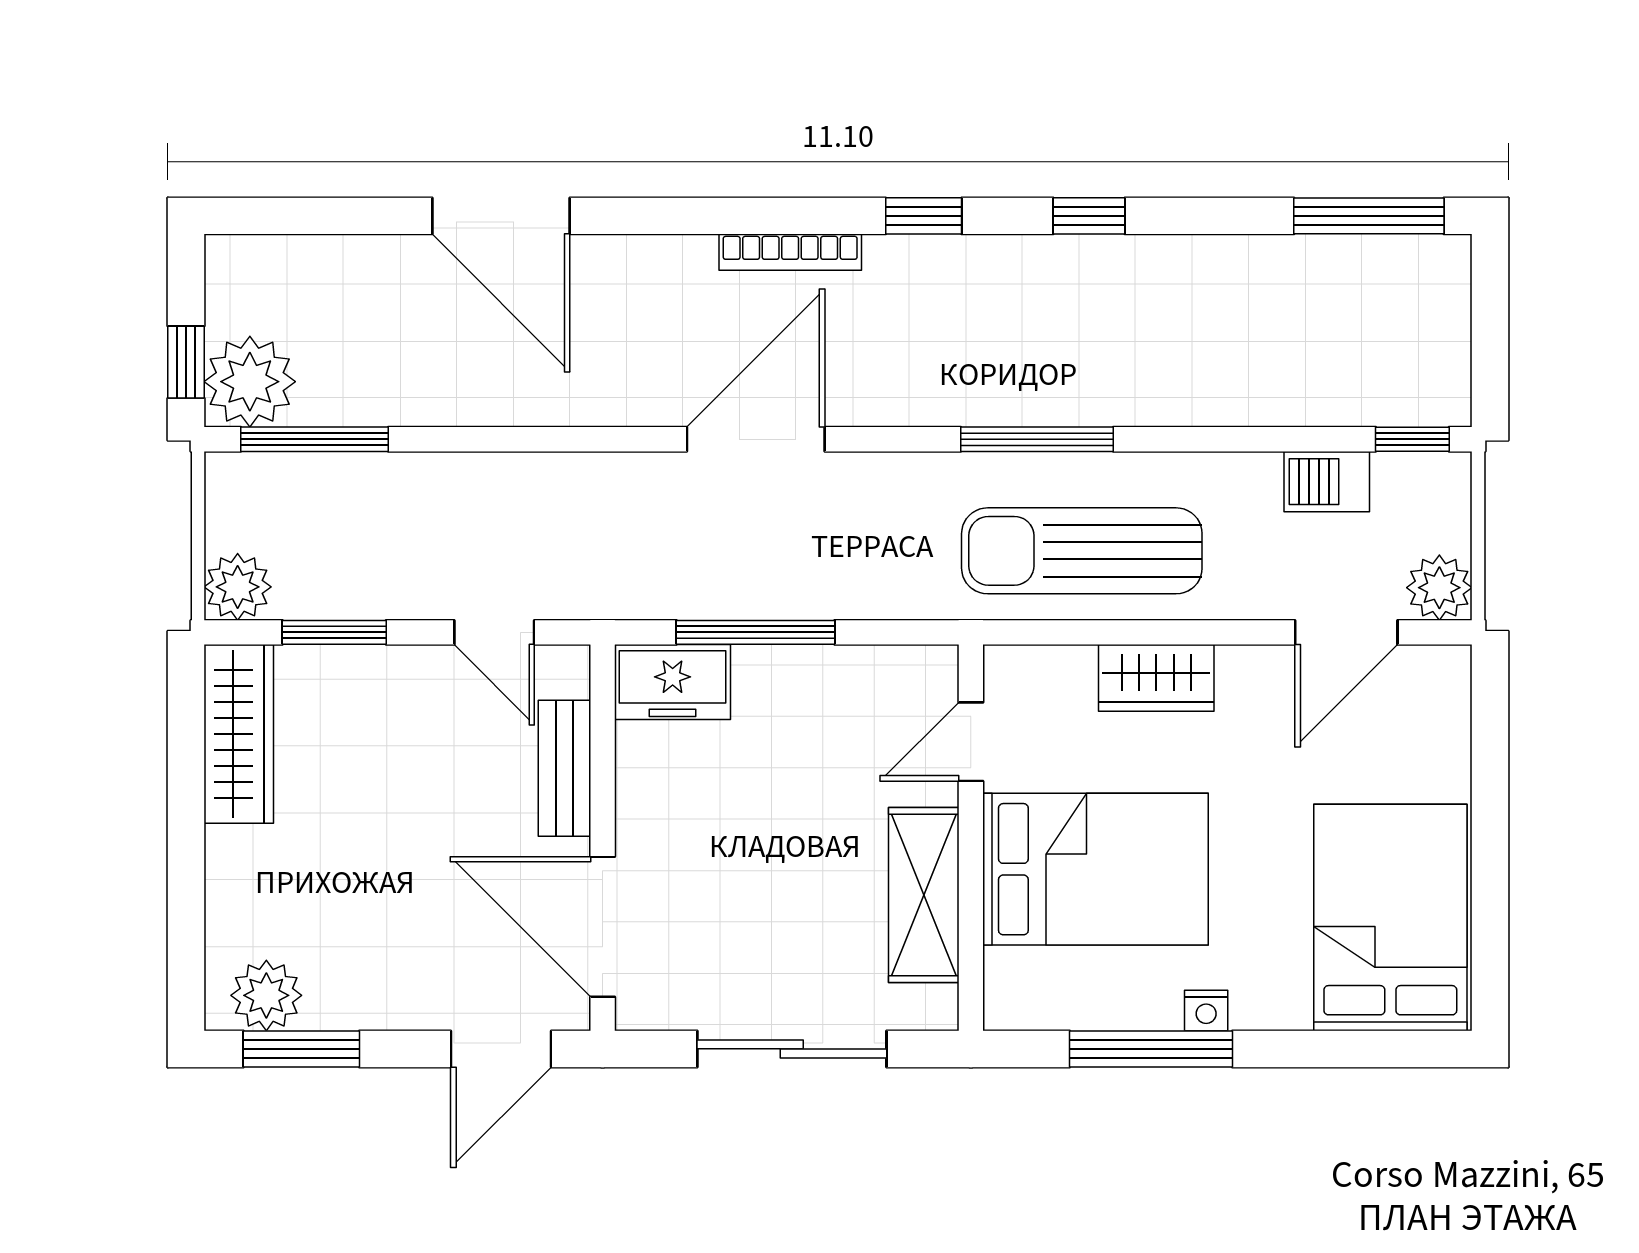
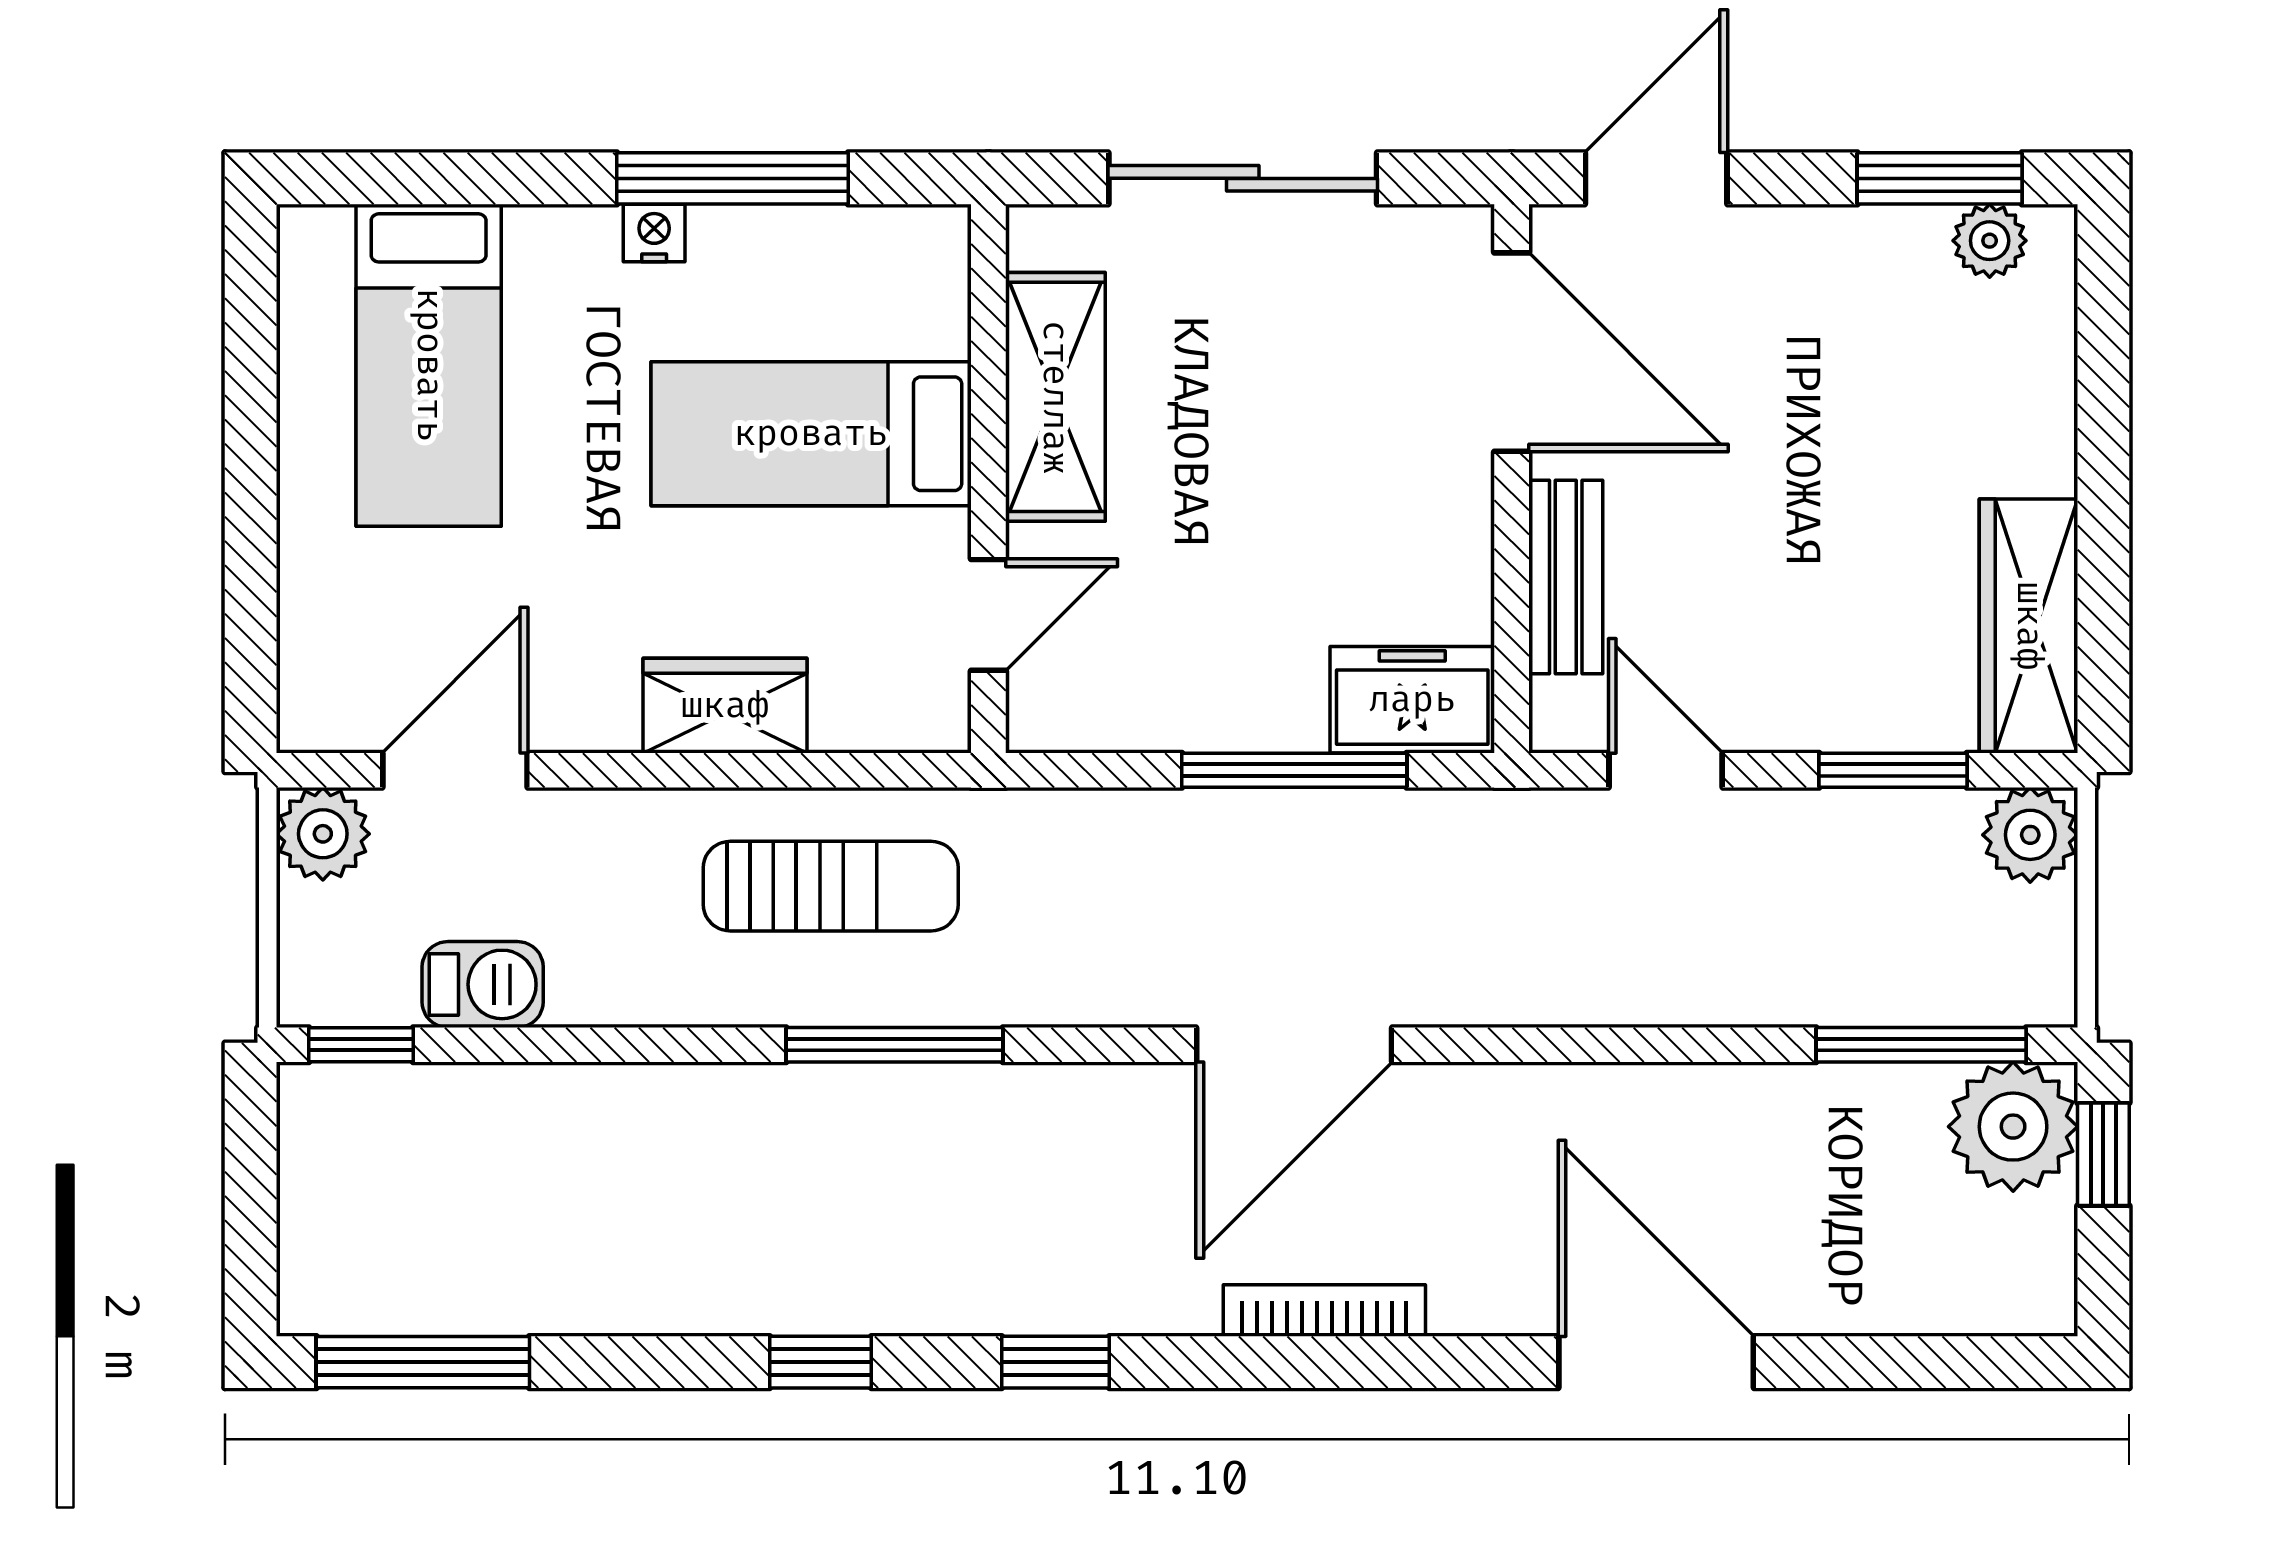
bookcase: (790, 252) -> (1324, 1310), moved
sun lounger: (1082, 551) -> (831, 886), width x0.73, depth x0.75
bed: (1096, 869) -> (811, 434), width x0.67
bed: (1390, 917) -> (429, 365), width x0.67
plant: (266, 995) -> (1990, 241), width x0.73, depth x0.73

